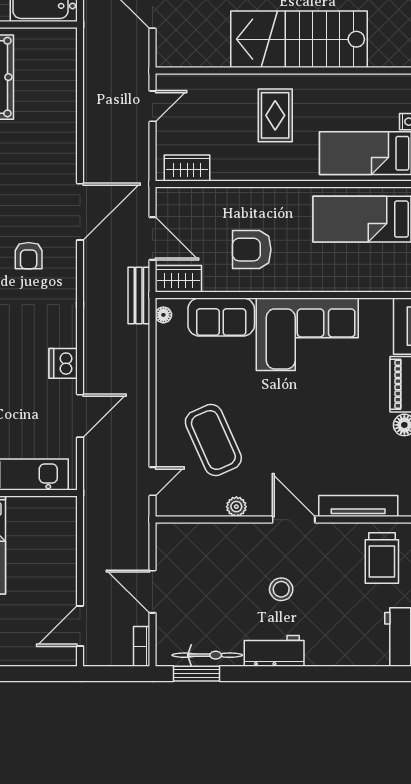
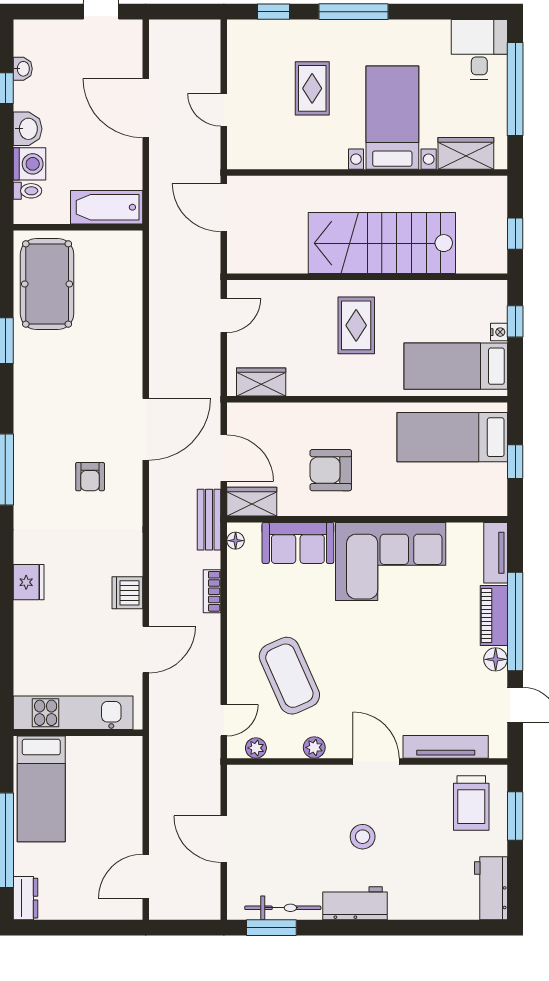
plant: (182, 507) -> (256, 748), added
bookcase: (142, 646) -> (212, 591), moved

